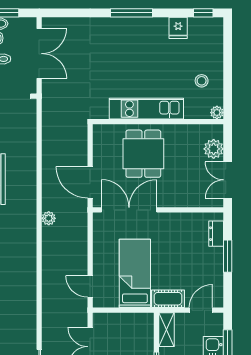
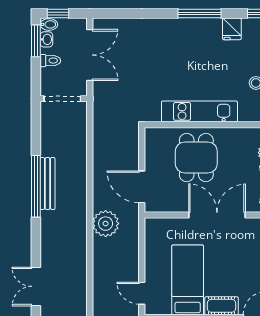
window: (131, 13) -> (199, 14), moved
double door: (129, 210) -> (217, 215), moved
plant: (49, 218) -> (106, 224), width x1.87, depth x1.87

